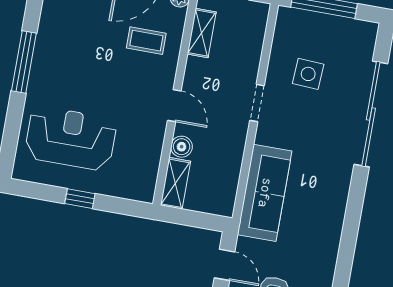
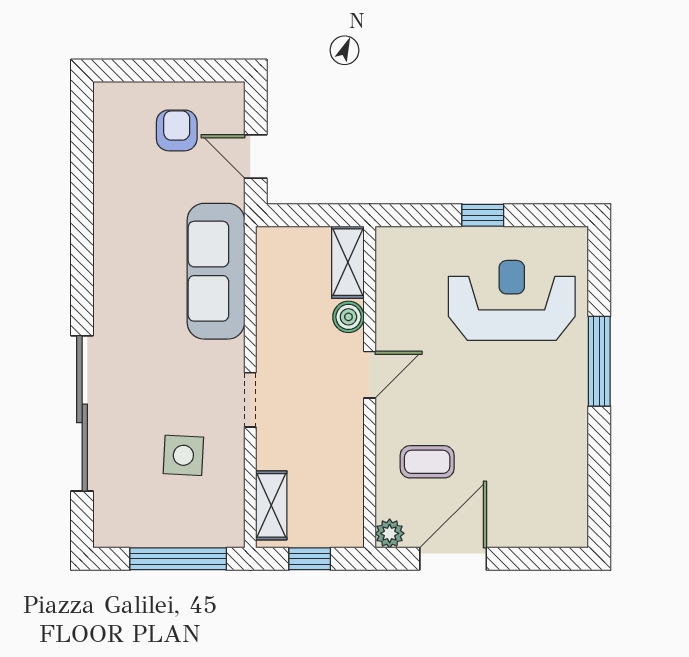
shelving: (202, 33) -> (271, 505), moved
window: (24, 62) -> (599, 361), moved
door: (174, 106) -> (370, 375), swing flipped
reception desk: (71, 138) -> (512, 300), turned 180

